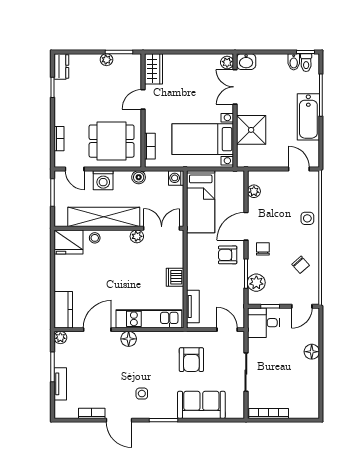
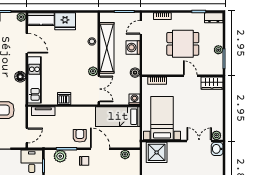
shower: (251, 130) -> (157, 152), moved
dining table: (112, 141) -> (183, 44), moved, turned 90
fridge: (68, 242) -> (65, 21), moved, turned -90
floor lamp: (129, 339) -> (20, 77), moved

